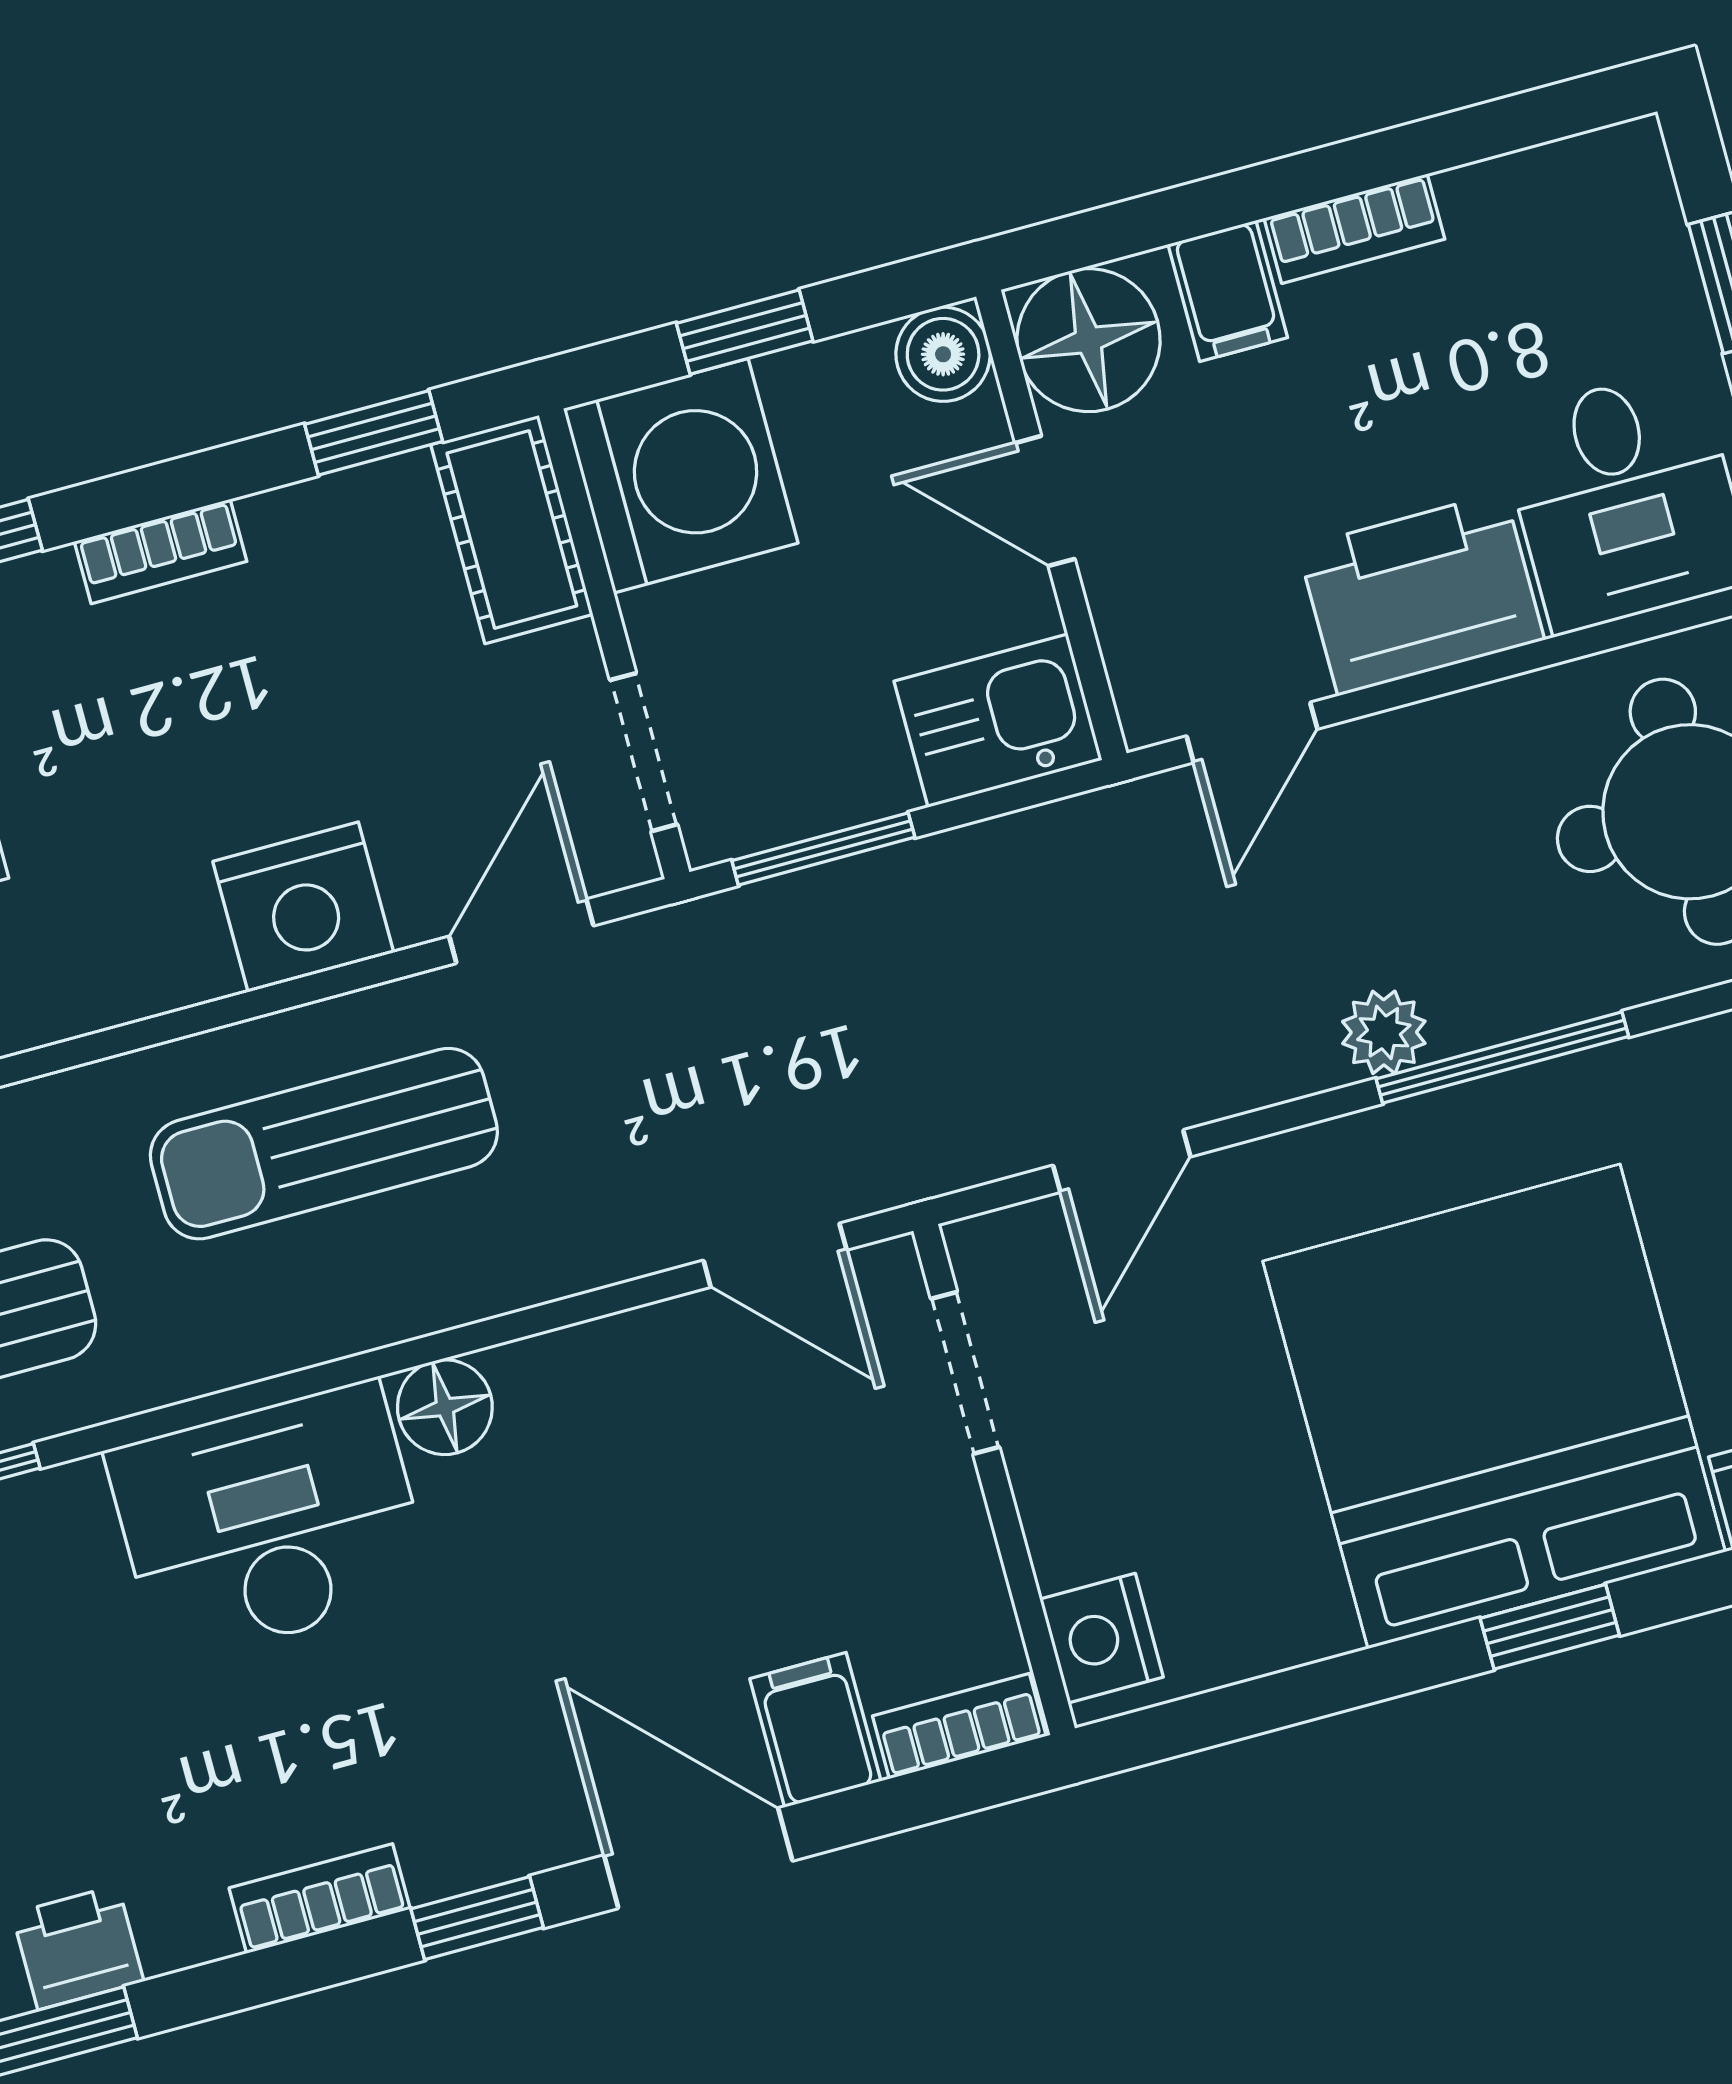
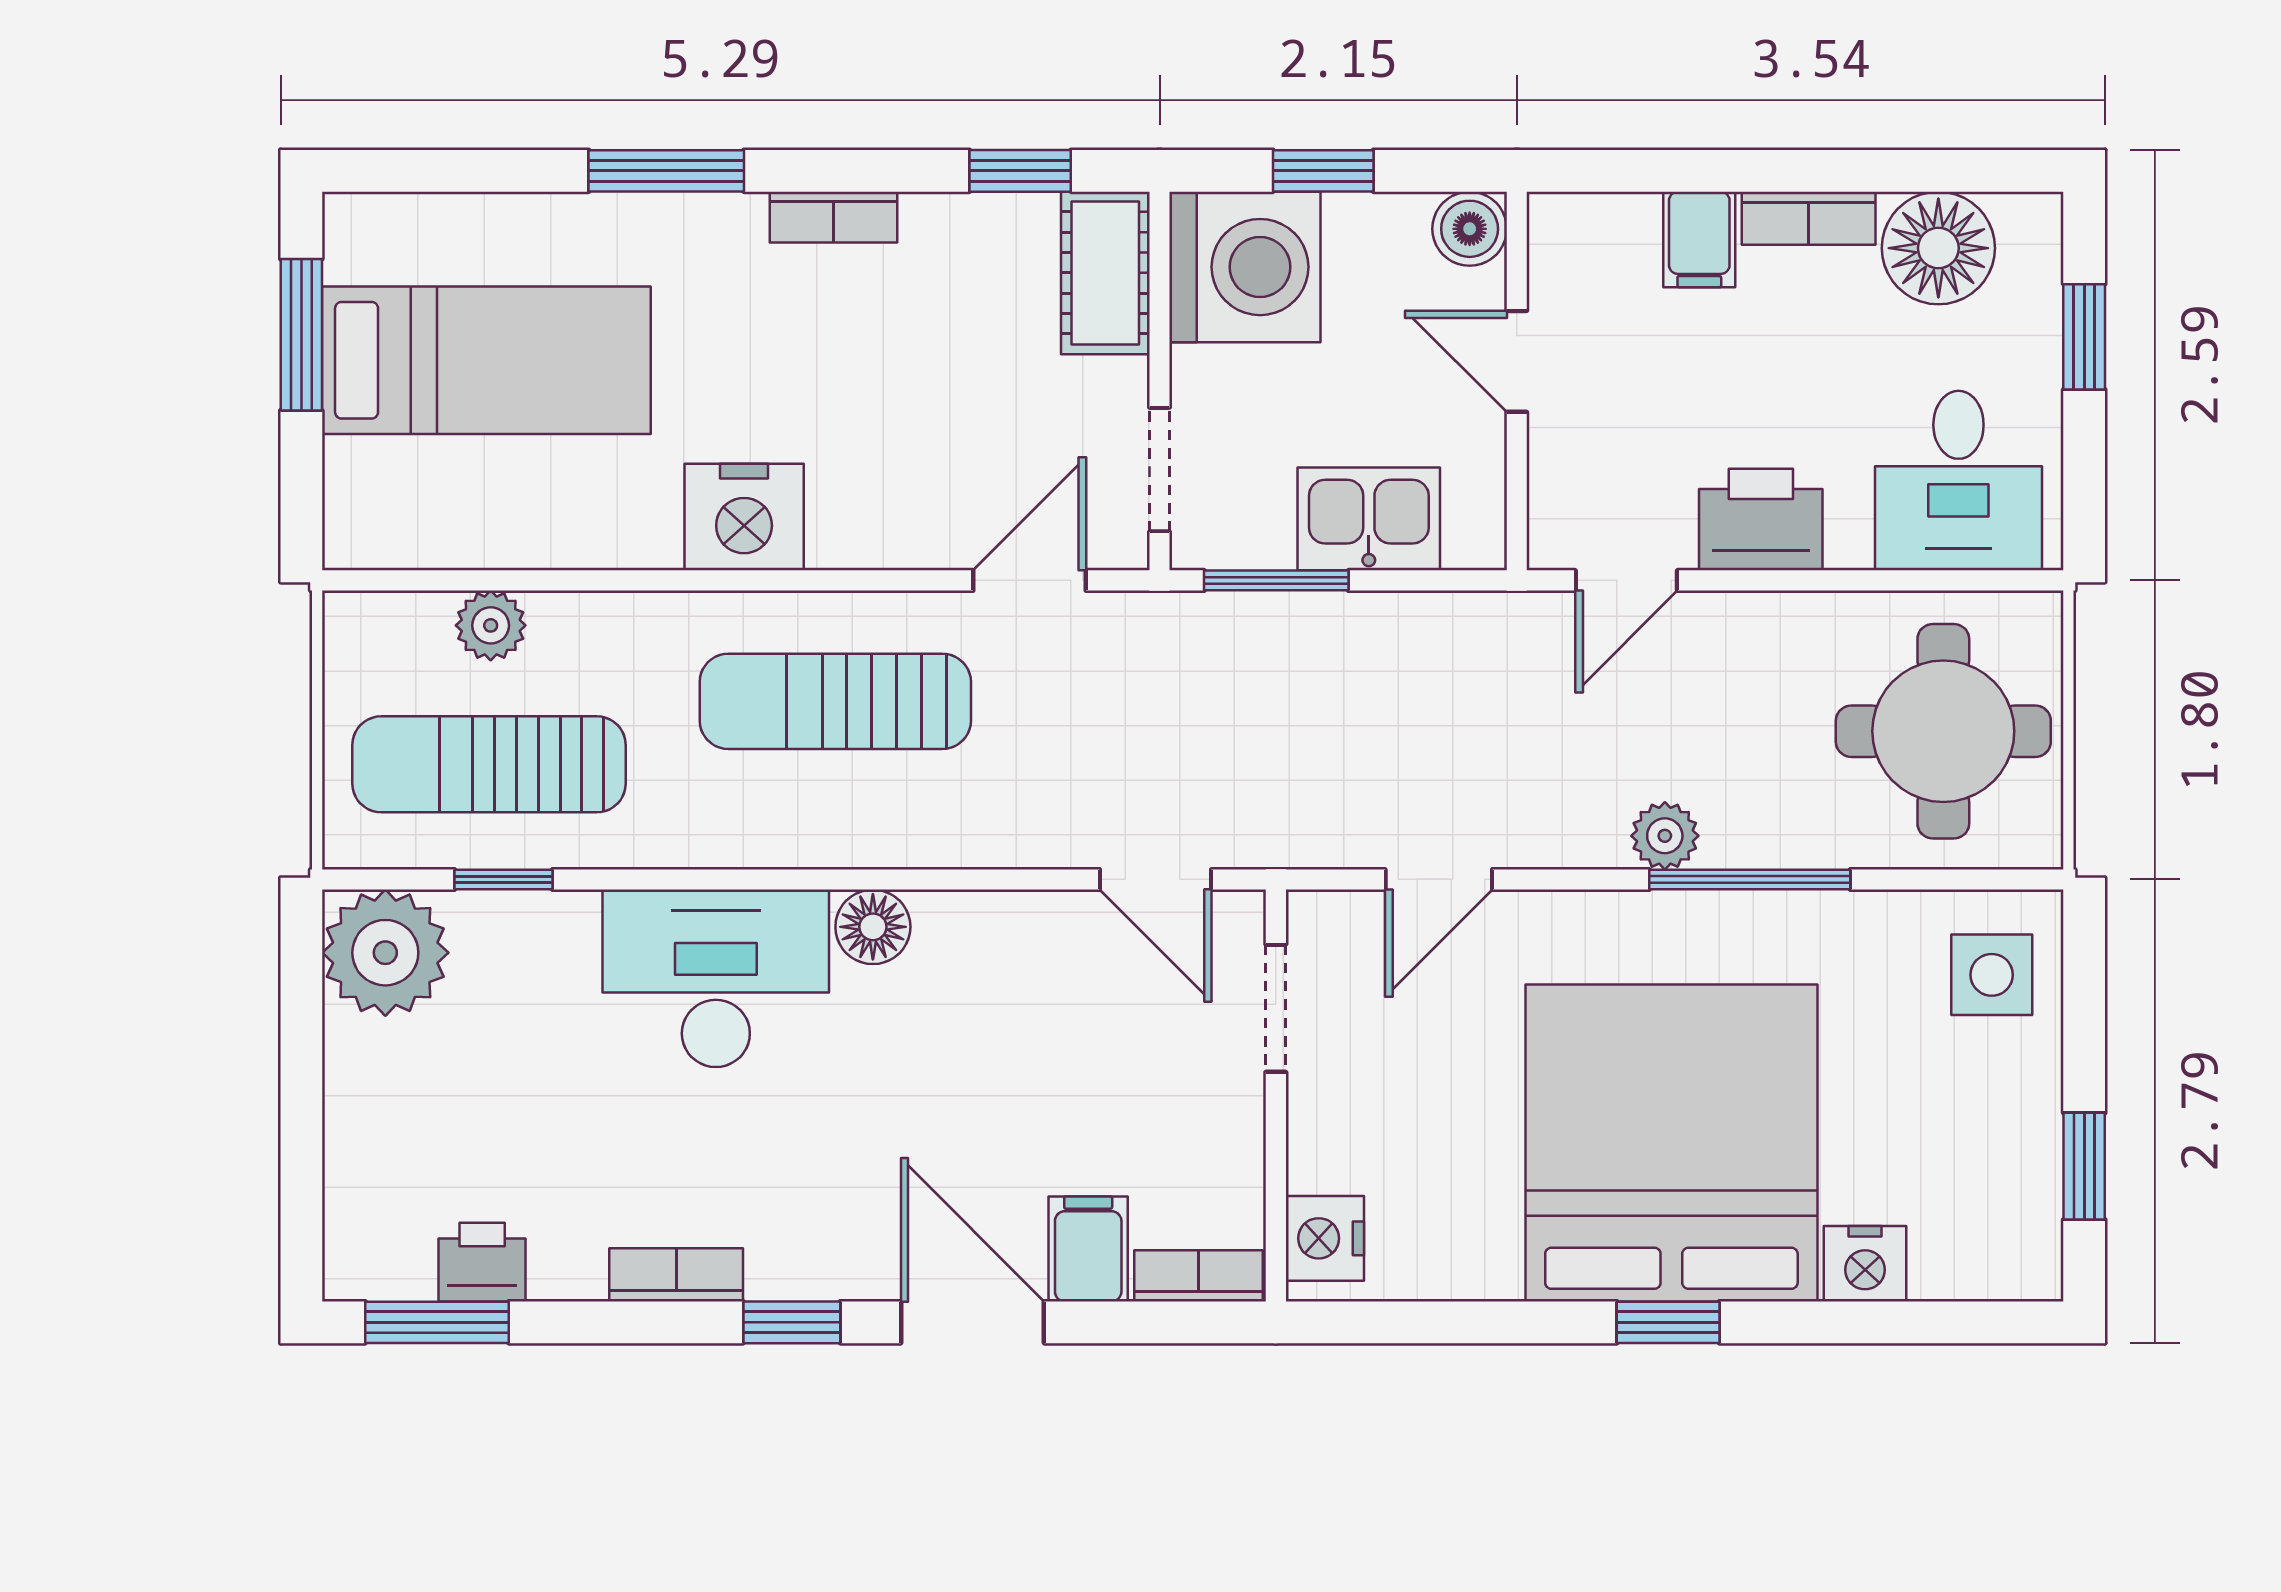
floor lamp: (1088, 340) -> (1938, 248), moved
printer: (1421, 594) -> (1761, 519), width x0.73, depth x0.84
kitchen sink: (998, 721) -> (1369, 519), moved
nightstand: (303, 907) -> (744, 517), moved

